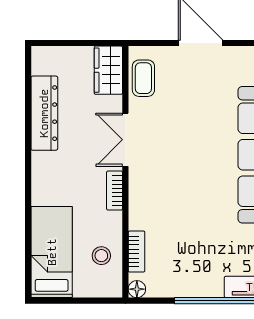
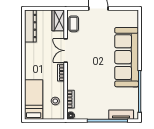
dresser: (44, 113) -> (30, 26), moved

